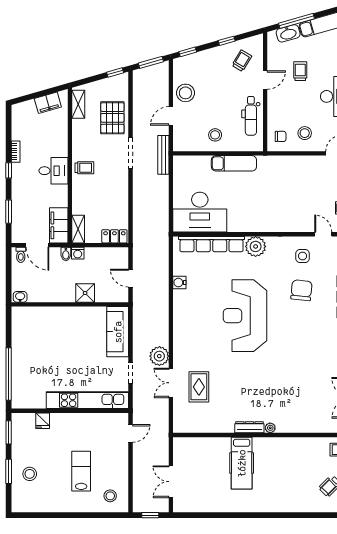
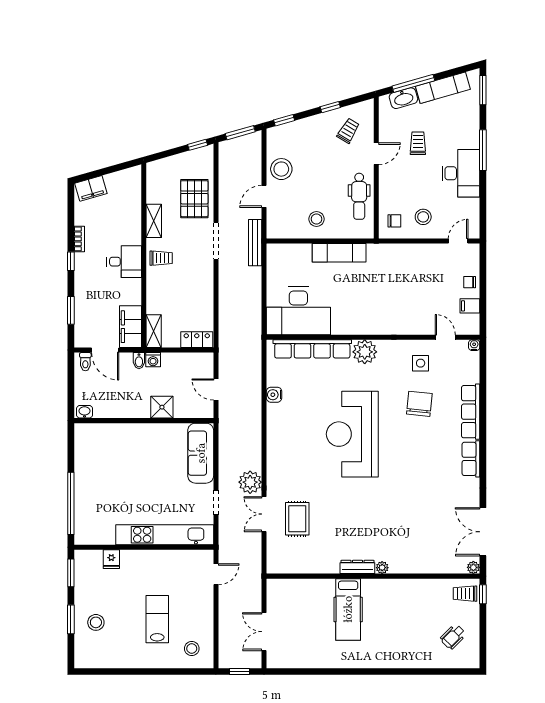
filing cabinet: (48, 103) -> (91, 188), moved
shelving: (78, 104) -> (154, 221), moved

